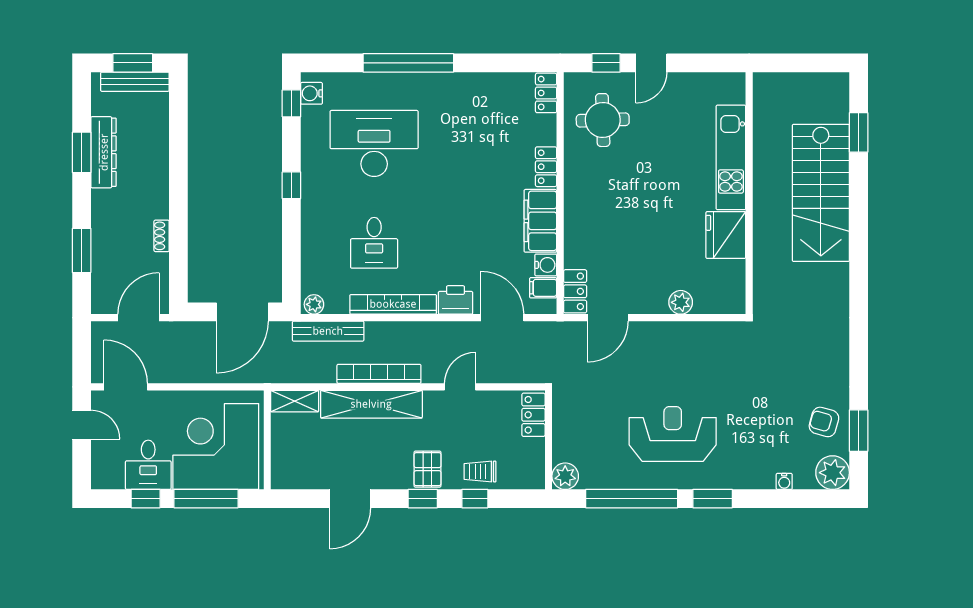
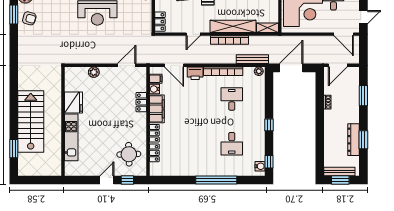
locker: (546, 93) -> (154, 153), moved
desk: (374, 143) -> (232, 144), width x0.53, depth x0.77
locker: (575, 291) -> (141, 102), moved
door: (82, 425) -> (363, 17), swing flipped

